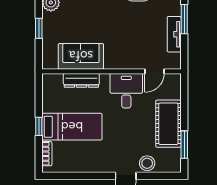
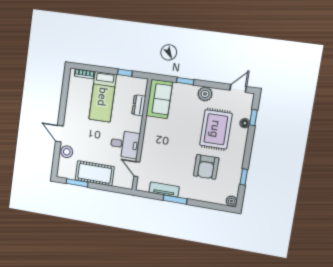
sofa: (81, 56) -> (159, 99), moved
dresser: (81, 80) -> (139, 105), width x0.70
window: (39, 126) -> (125, 73), moved

